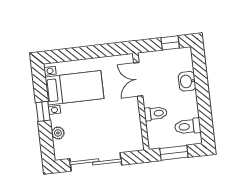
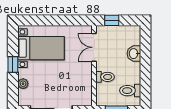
window: (170, 43) -> (112, 20), moved

